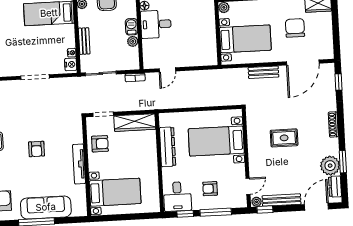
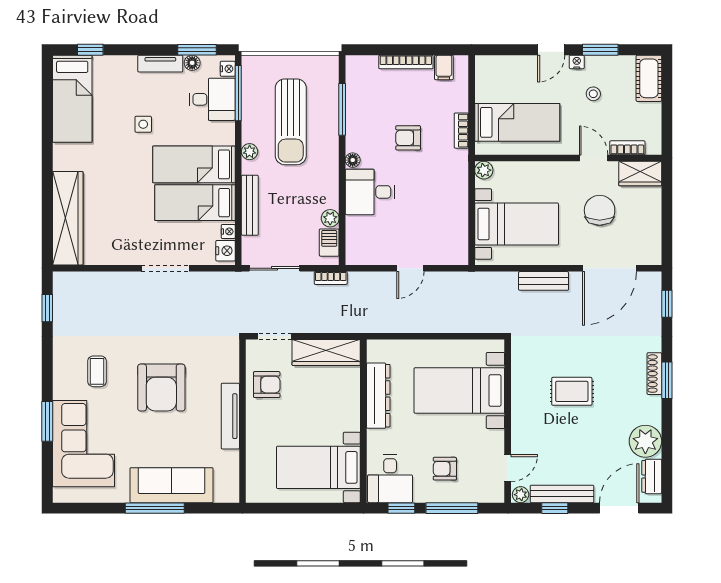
barbecue: (131, 27) -> (329, 243), moved
bed: (51, 36) -> (195, 203), added
bench: (84, 41) -> (250, 205), width x1.36
door: (167, 70) -> (410, 268), moved
armchair: (36, 149) -> (161, 388), width x1.88, depth x1.88
window: (343, 162) -> (667, 380), moved
bed with nightstands: (115, 192) -> (318, 467), moved, turned 180
window: (265, 209) -> (555, 508), moved

